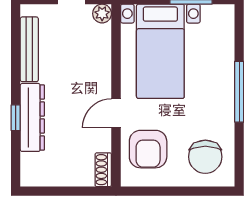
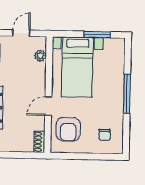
plant: (102, 14) -> (40, 56), moved
chair: (205, 157) -> (105, 135), width x0.54, depth x0.54

